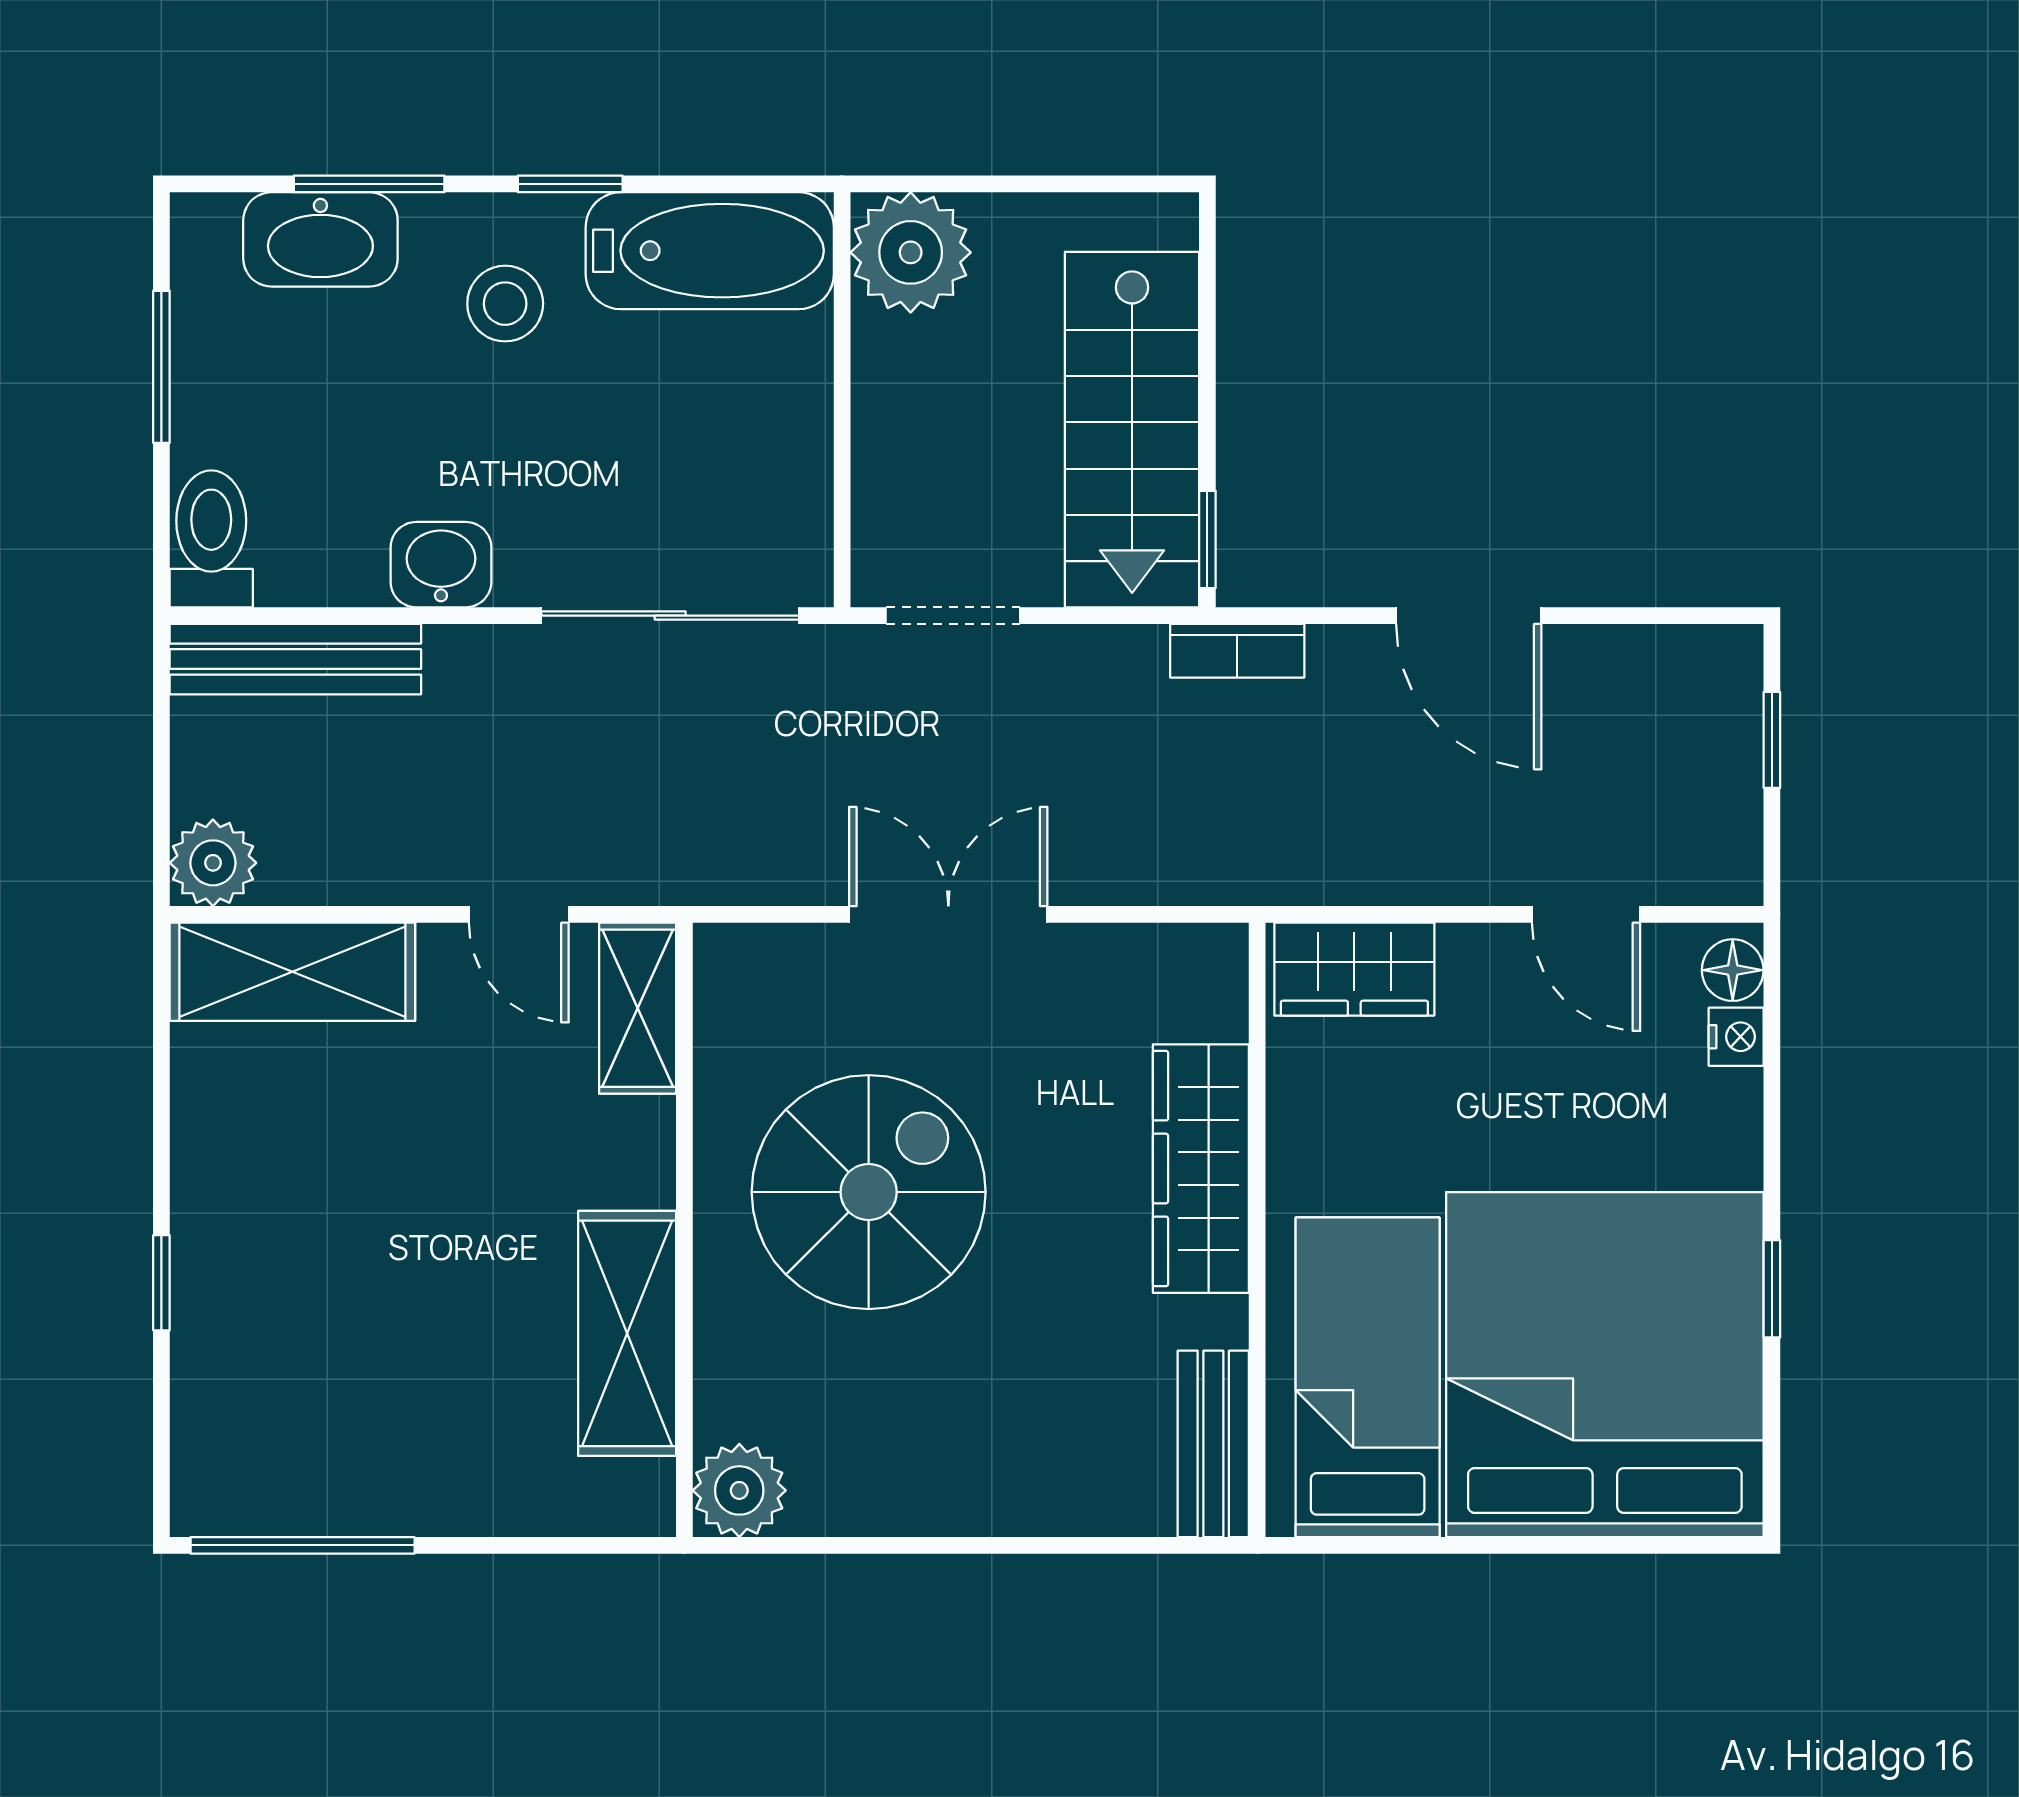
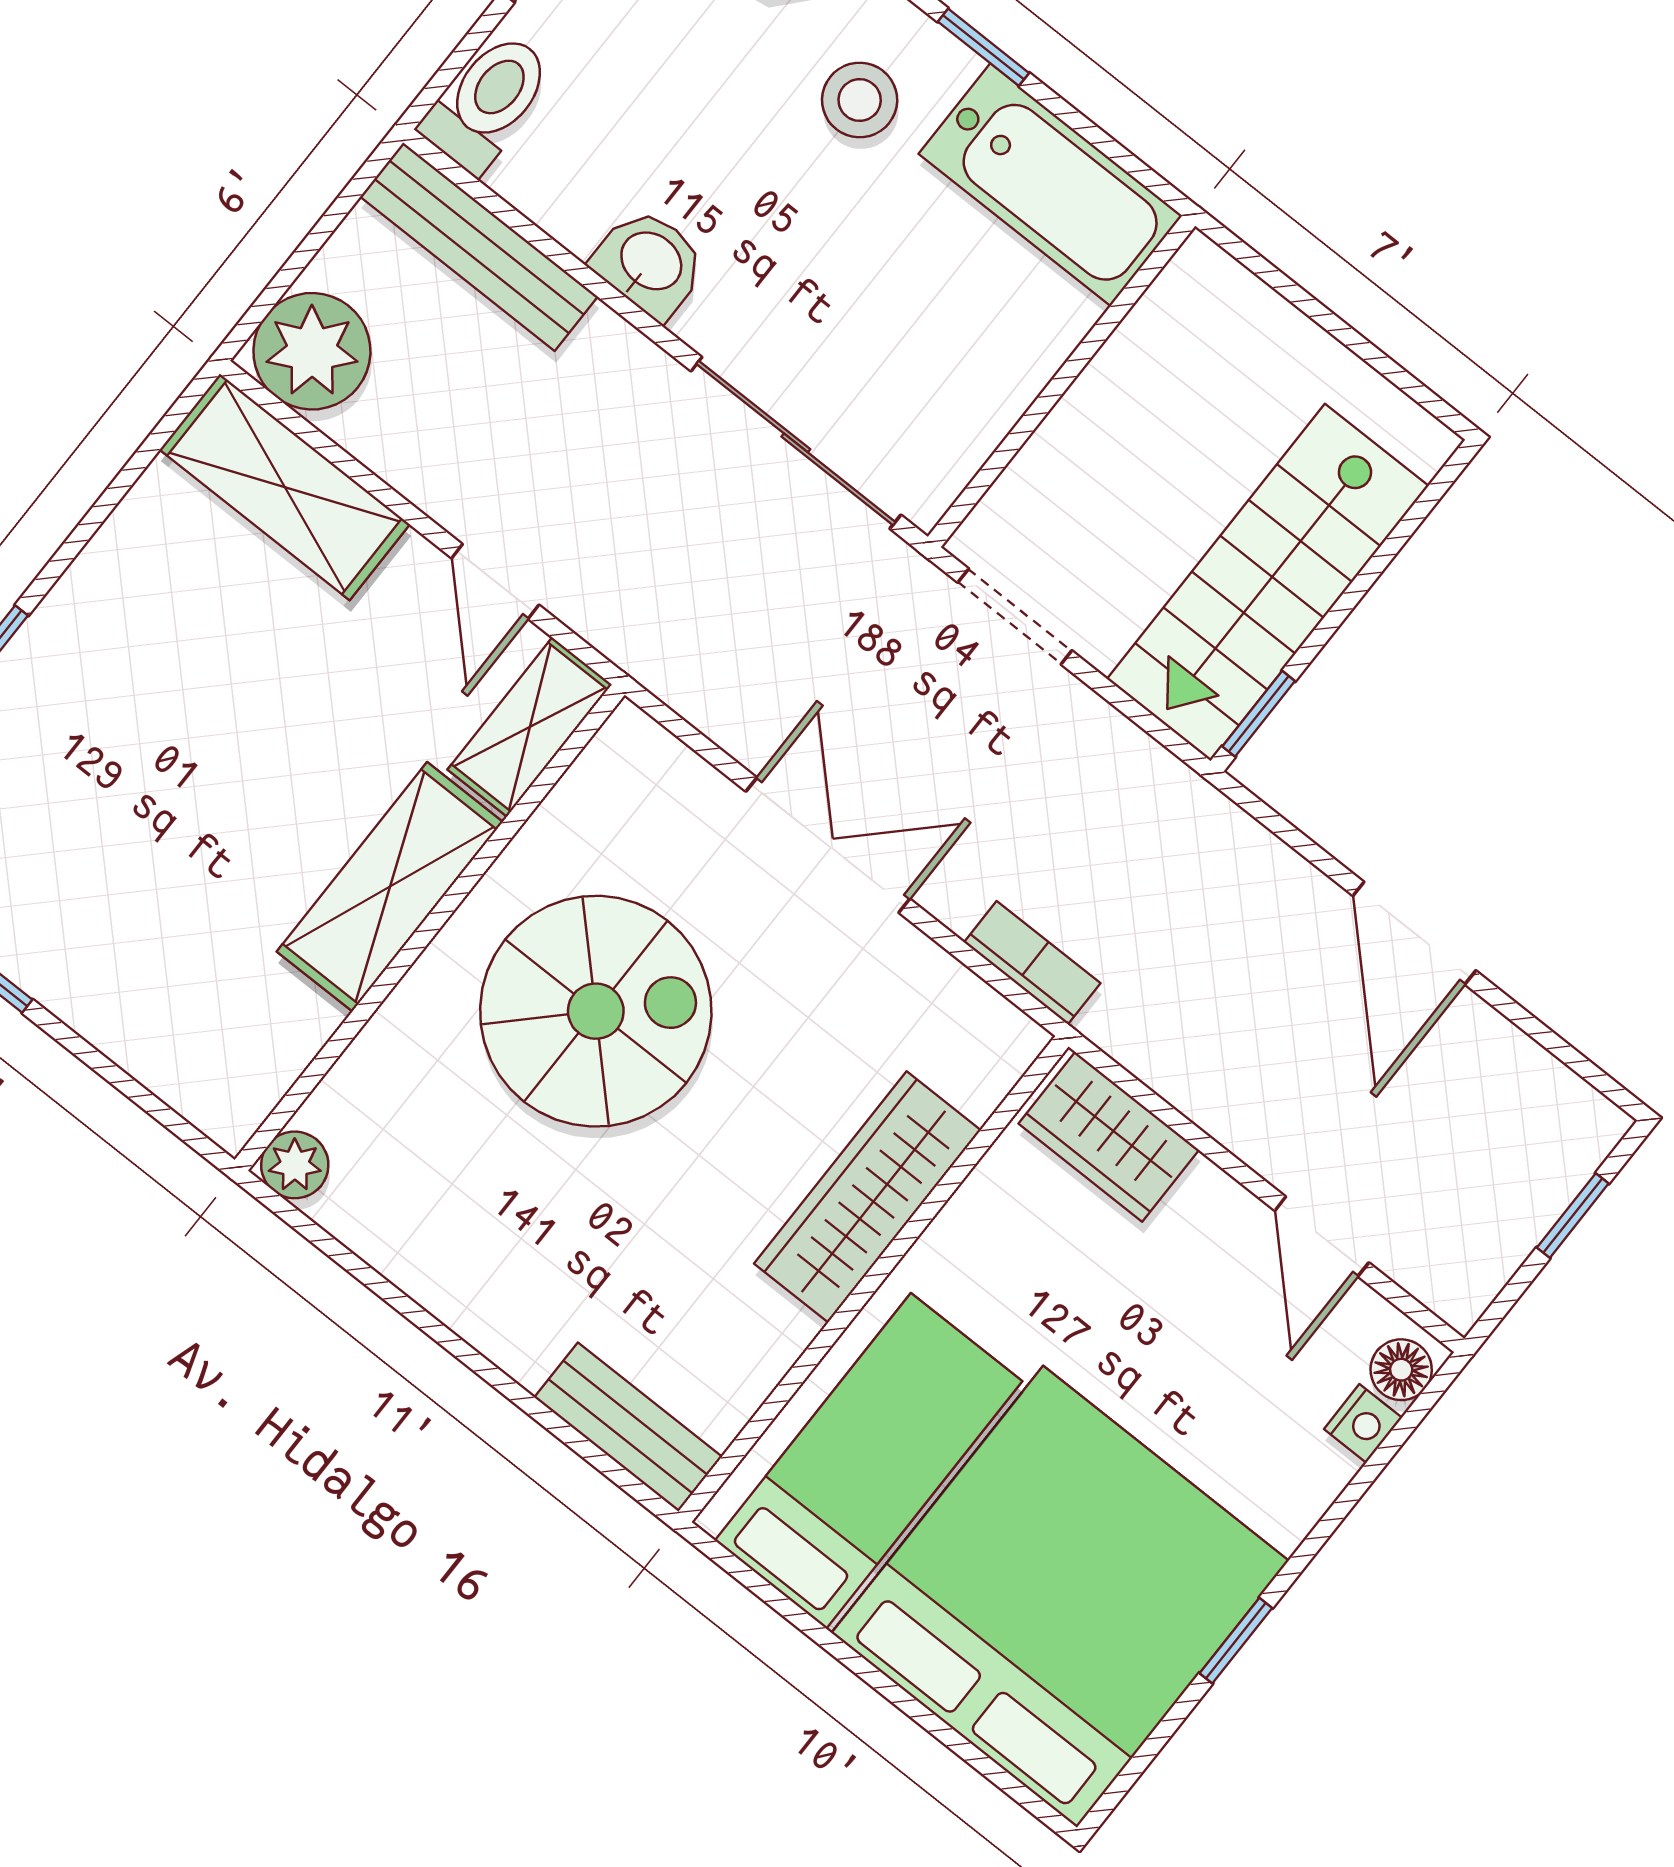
plant: (911, 252) -> (1205, 309), removed
bookcase: (1237, 651) -> (1032, 963), moved, turned 180
plant: (213, 863) -> (312, 351), width x1.36, depth x1.36
shelving: (627, 1333) -> (390, 887), moved
bench: (1213, 1444) -> (628, 1427), moved, turned 90
plant: (739, 1490) -> (295, 1165), width x0.73, depth x0.73

